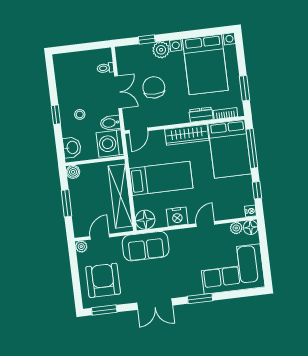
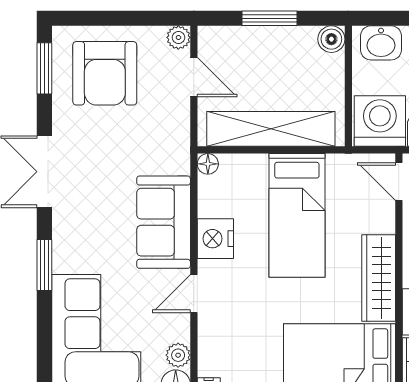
floor lamp: (145, 220) -> (208, 164), width x0.53, depth x0.53
door: (205, 224) -> (194, 294), swing flipped
sofa: (146, 246) -> (164, 222), moved
armchair: (103, 280) -> (105, 73), turned 90

